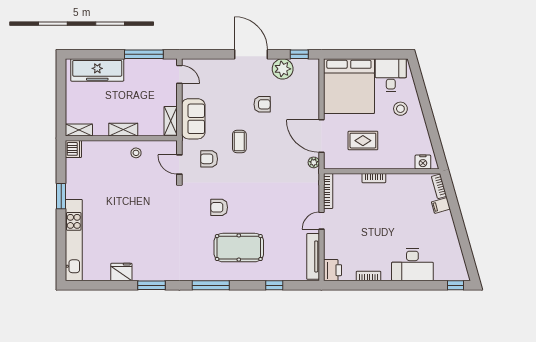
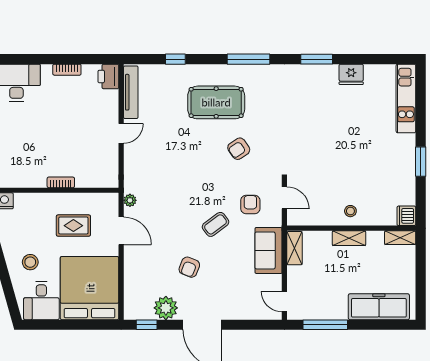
armchair: (262, 104) -> (189, 267), turned -68
door: (321, 136) -> (121, 231), width x0.73
coffee table: (239, 142) -> (216, 224), turned 53
stool: (136, 153) -> (350, 211), moved
armchair: (209, 159) -> (250, 205), turned -90
bookcase: (328, 191) -> (113, 167), removed
armchair: (219, 207) -> (239, 149), turned 146
kitchen unit: (74, 240) -> (406, 98), width x0.73

